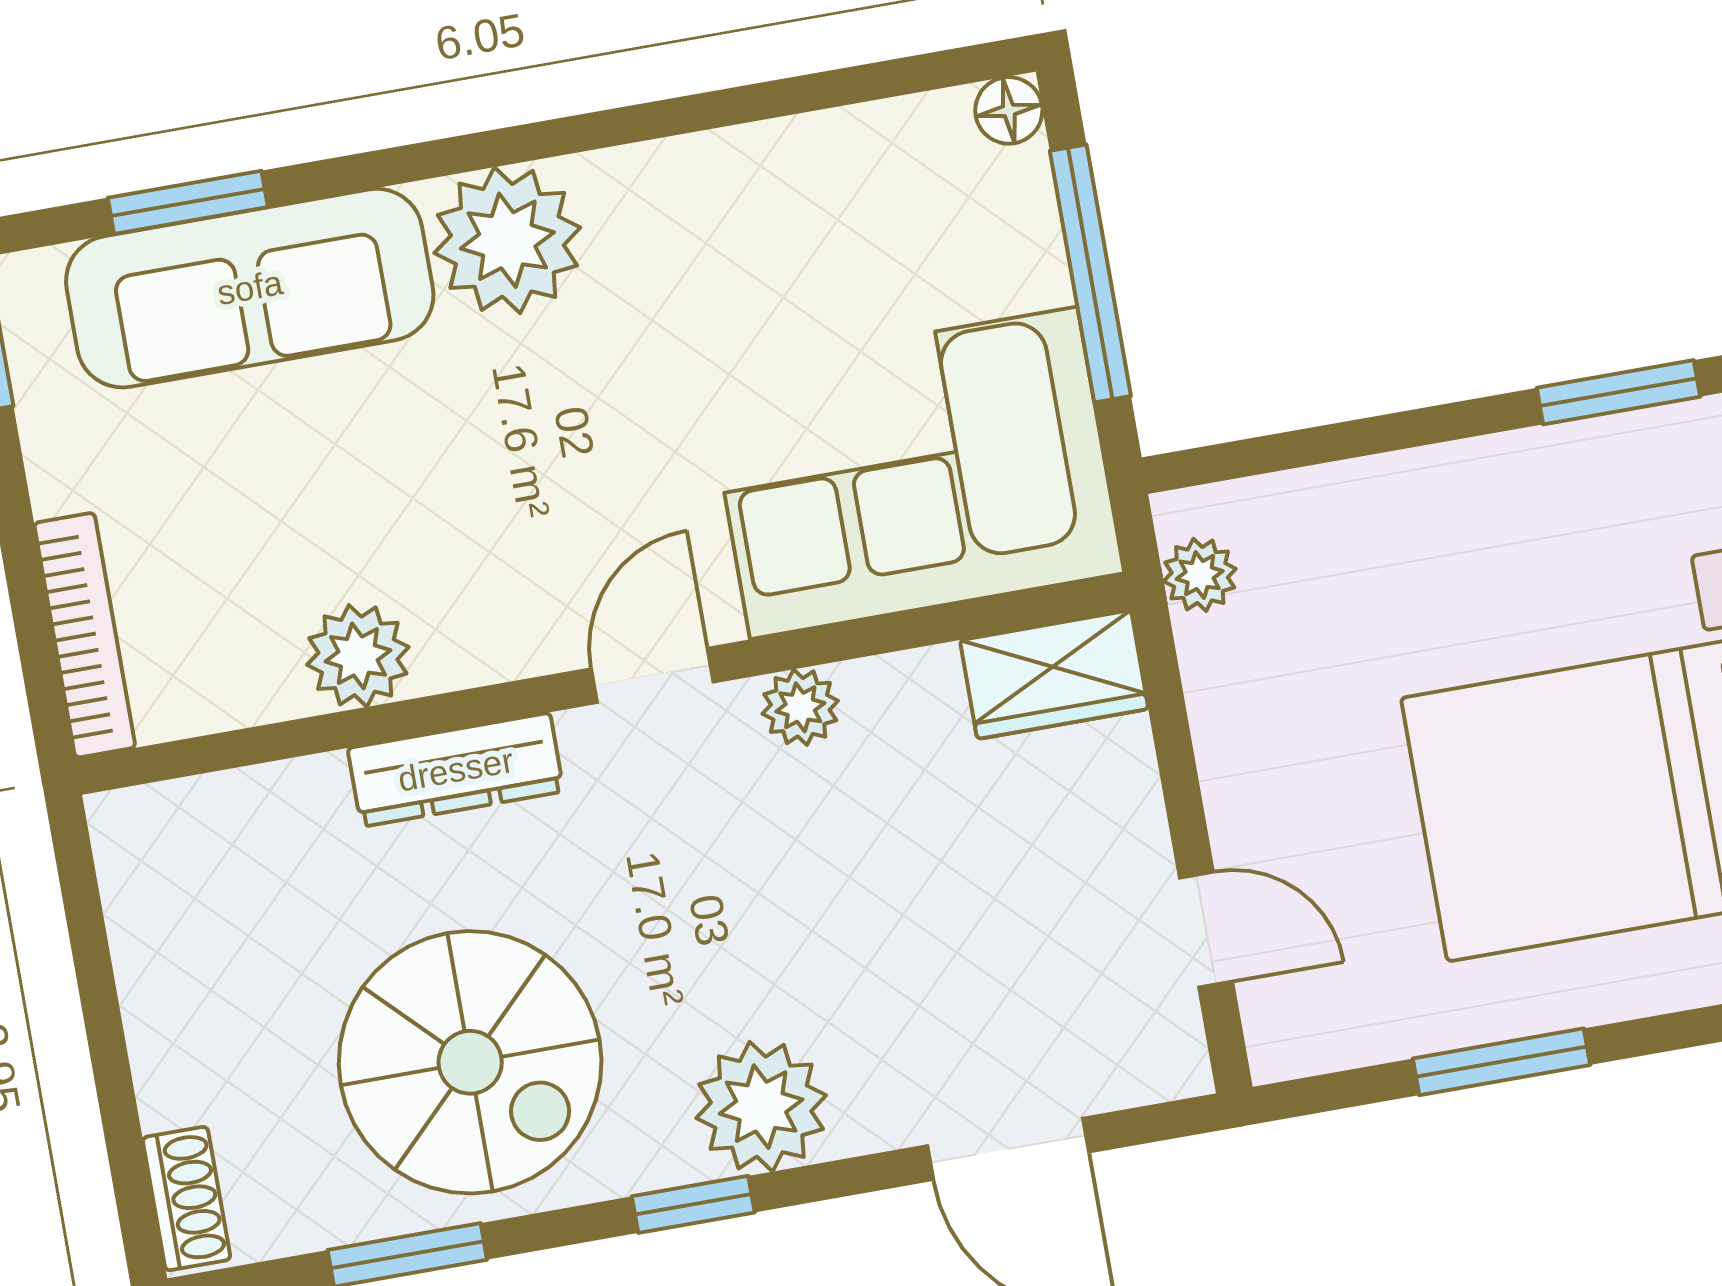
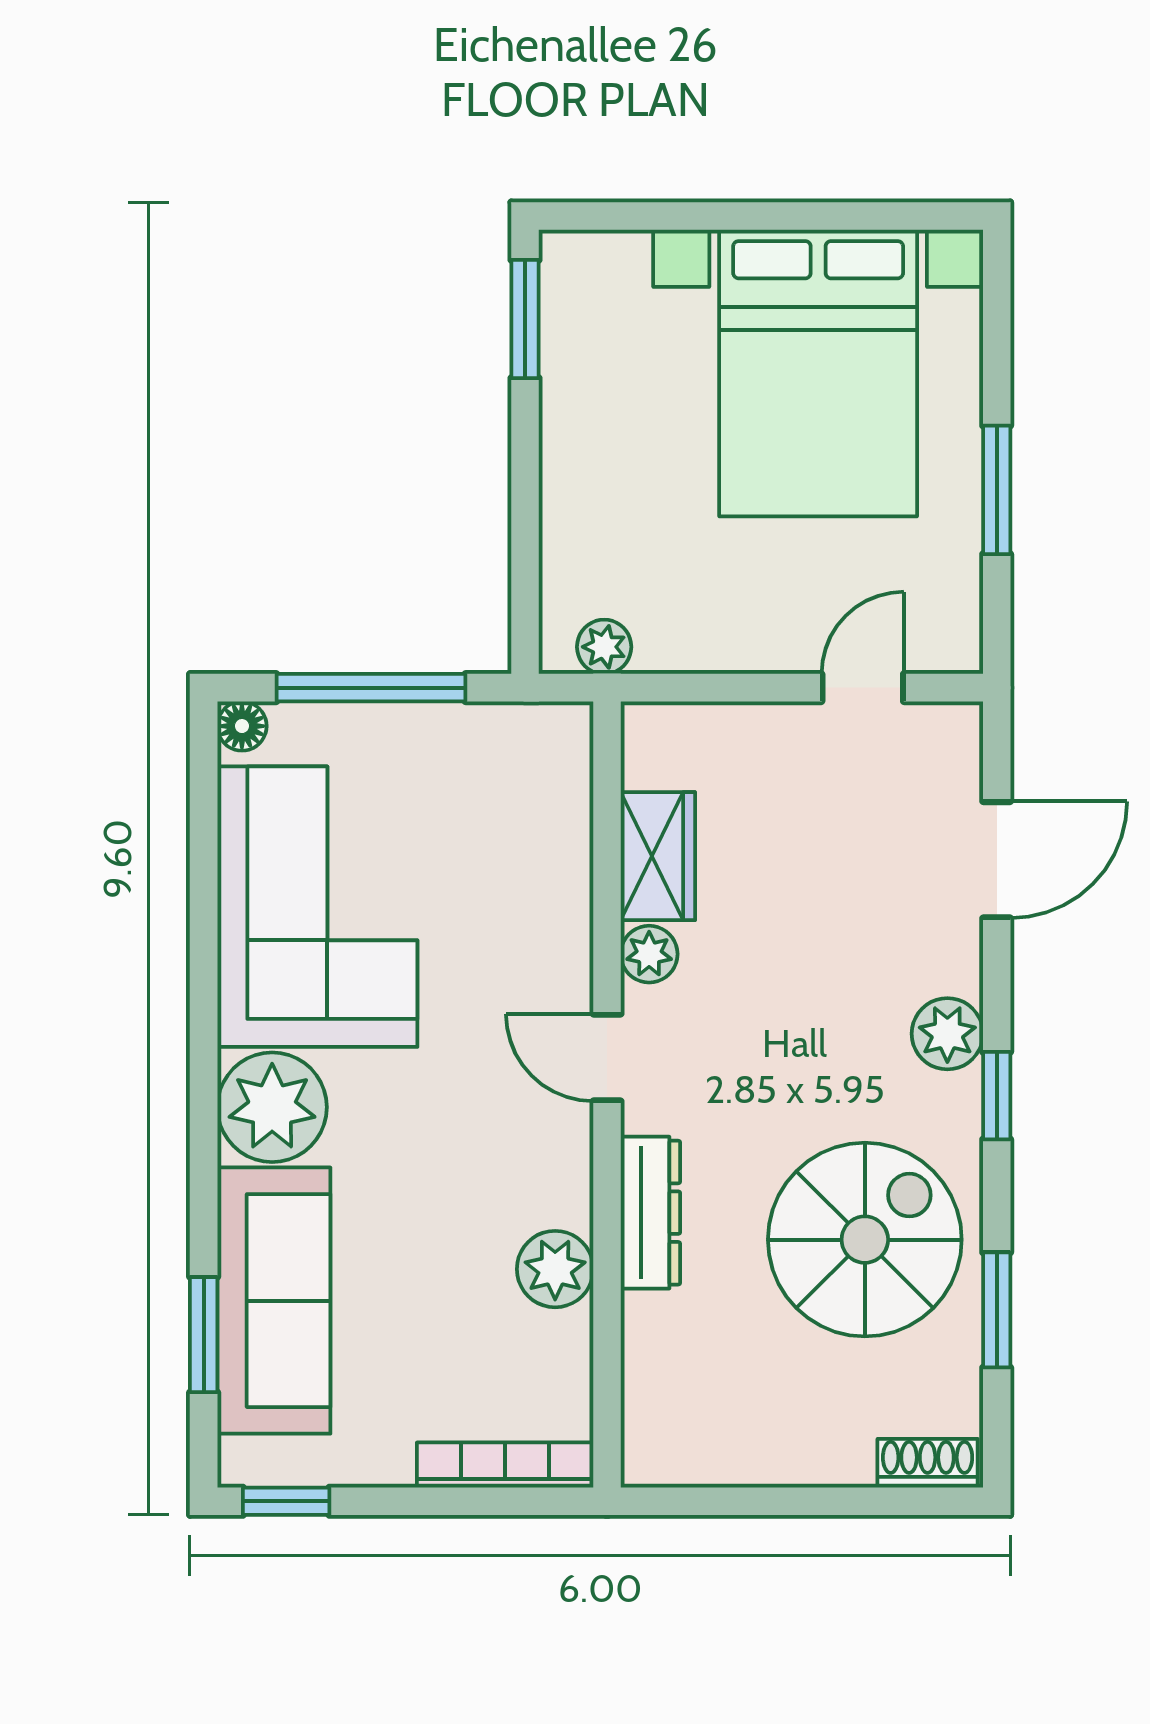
corner sofa: (914, 473) -> (317, 907), moved, turned 180
wardrobe: (1054, 675) -> (658, 856), moved
plant: (761, 1107) -> (947, 1034), width x0.73, depth x0.73

